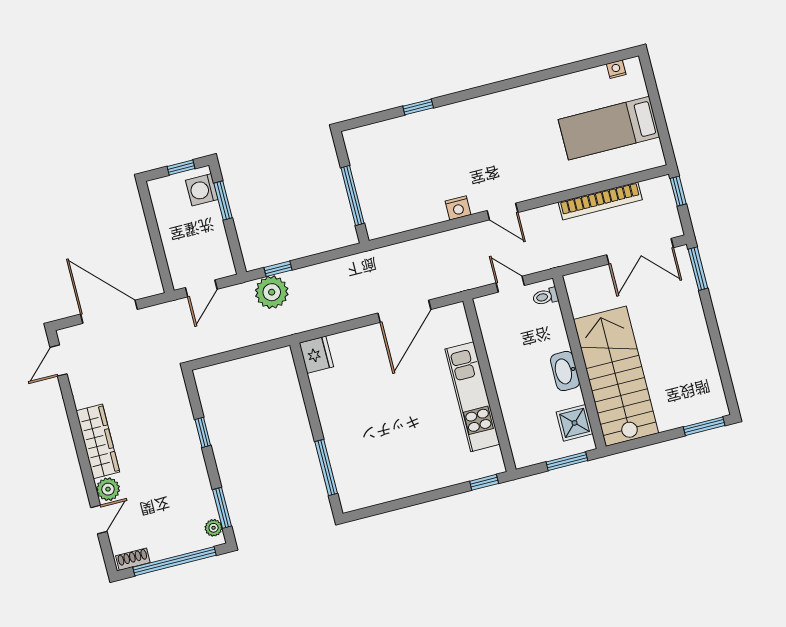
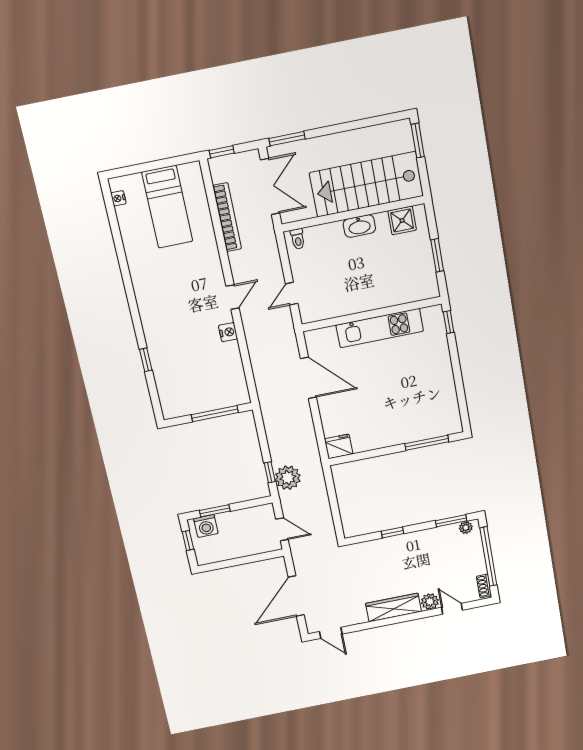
toilet: (545, 297) -> (298, 239), moved
wall: (579, 362) -> (353, 214), moved
washbasin: (565, 371) -> (359, 226), moved
stairs: (616, 376) -> (366, 184), moved
shower: (575, 423) -> (402, 220), moved

